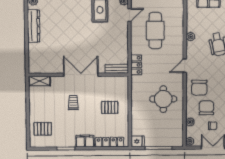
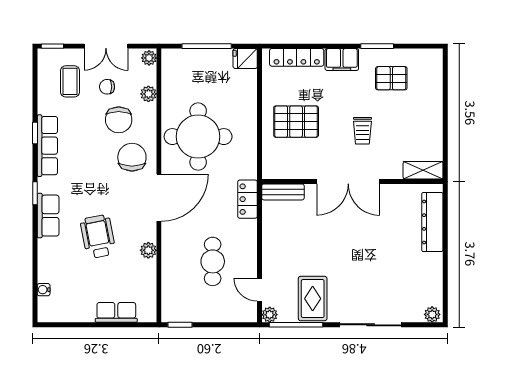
door: (129, 15) -> (260, 290), hinge flipped
dresser: (34, 26) -> (432, 222), moved
cafe table: (155, 30) -> (213, 261), width x0.73, depth x0.74
door: (185, 66) -> (159, 198), width x1.87
round table: (163, 99) -> (198, 137), width x1.36, depth x1.36
pallet: (110, 107) -> (296, 122), width x1.50, depth x1.42
pallet: (43, 129) -> (391, 78), moved

